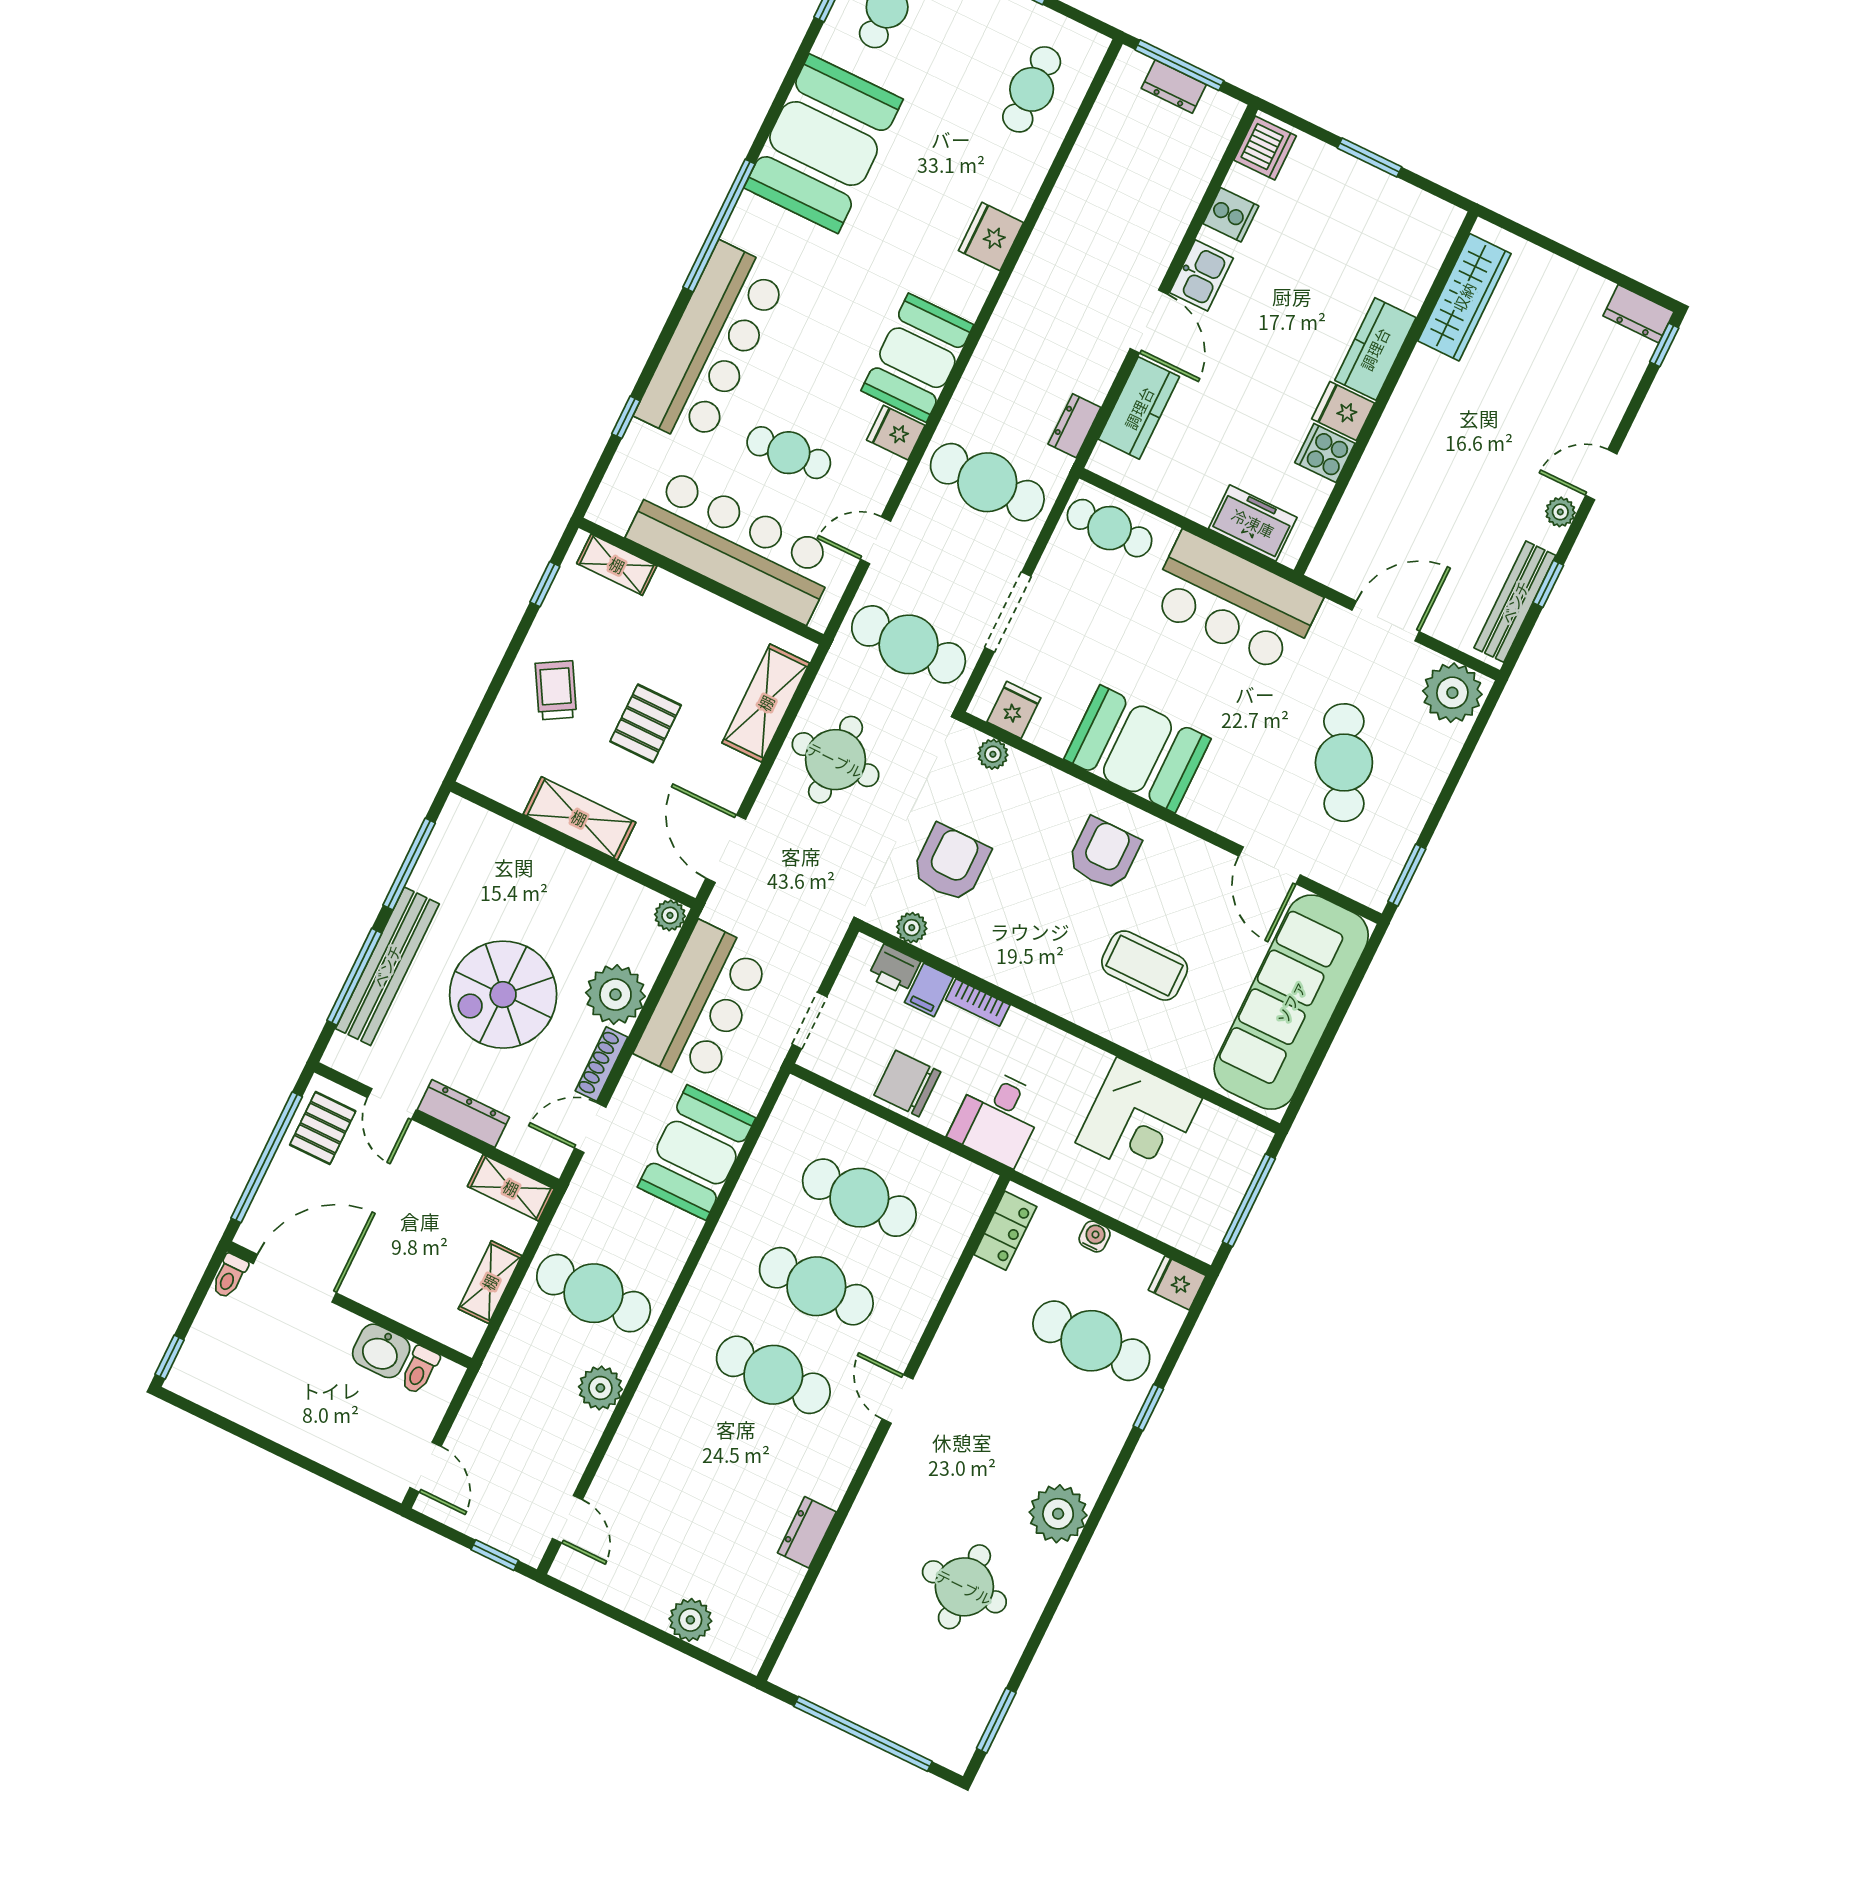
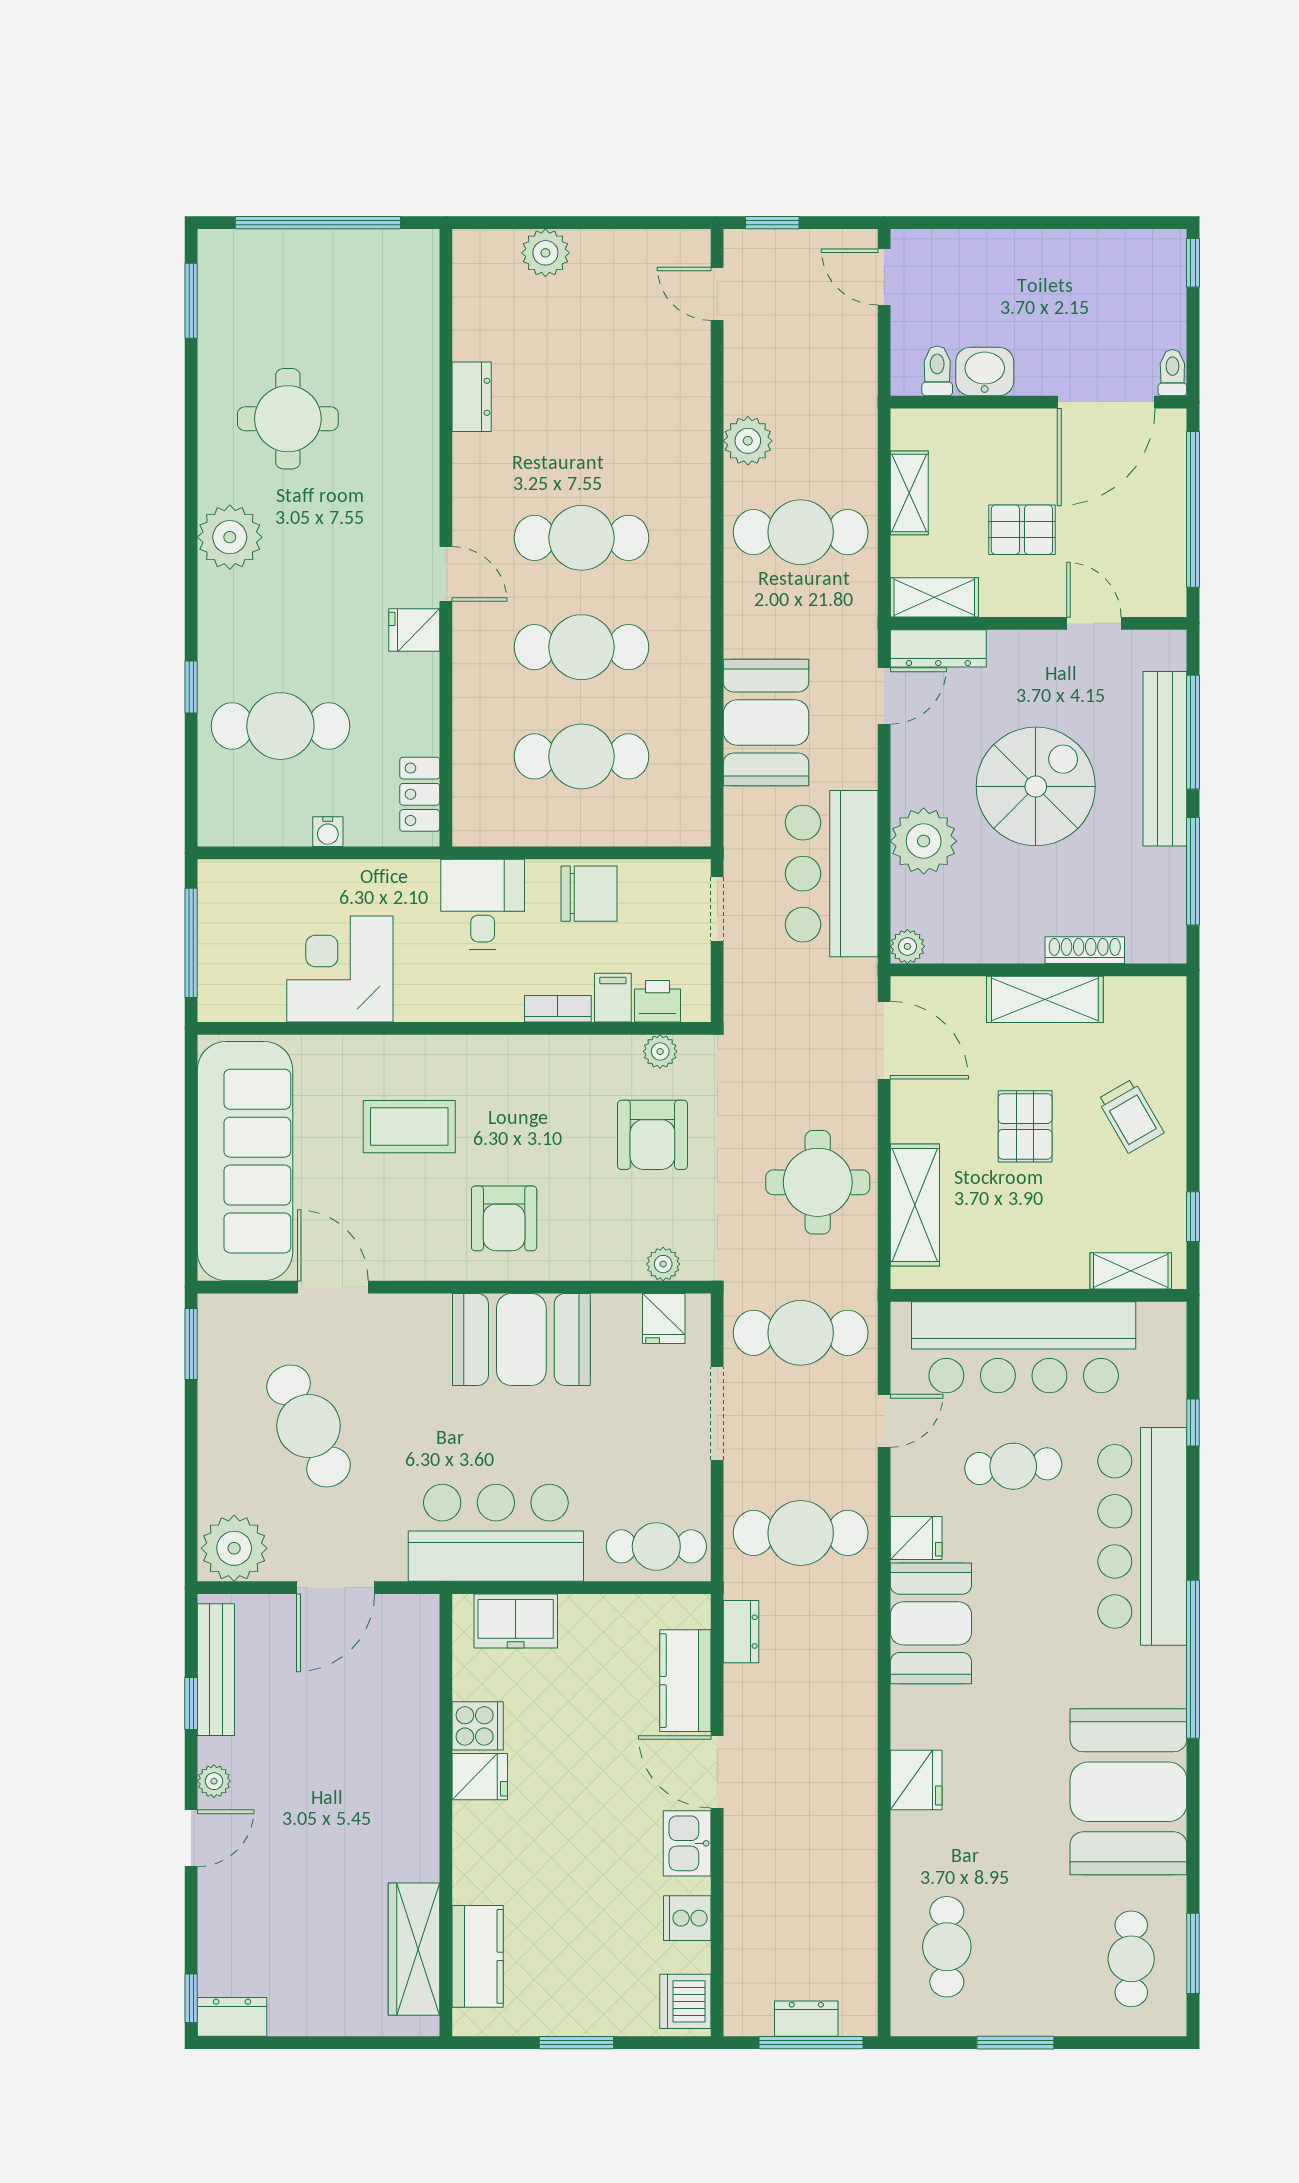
kitchen counter: (1375, 349) -> (478, 1956), moved
shoe rack: (601, 1064) -> (1085, 950), moved, turned -90
dresser: (463, 1114) -> (938, 648), moved
pallet: (323, 1128) -> (1022, 530), moved, turned 90
fridge: (1177, 1283) -> (414, 630), moved, turned 180

